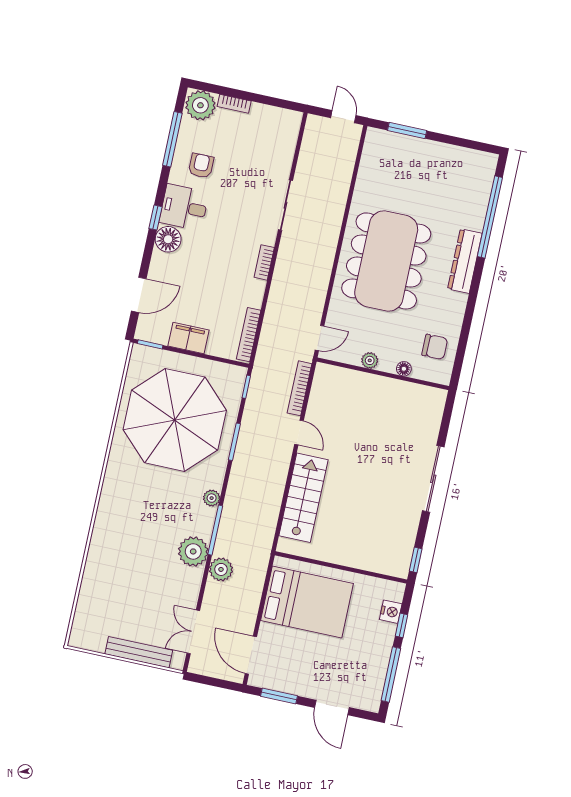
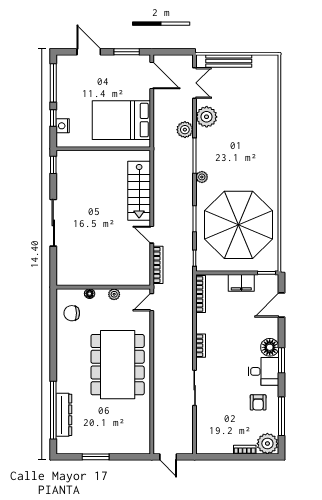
window: (407, 130) -> (96, 457), moved
window: (155, 218) -> (282, 360), width x1.50
dresser: (465, 261) -> (64, 415), moved
plant: (193, 551) -> (207, 117), moved

